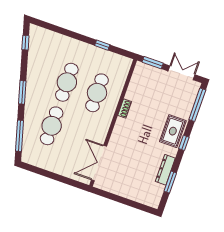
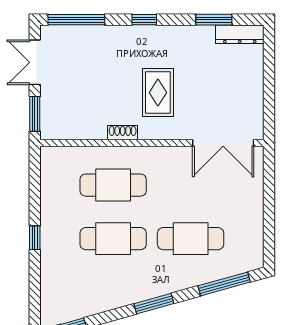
window: (102, 45) -> (35, 238), moved
rug: (173, 131) -> (158, 93), moved, turned 90
dresser: (165, 170) -> (240, 34), moved

